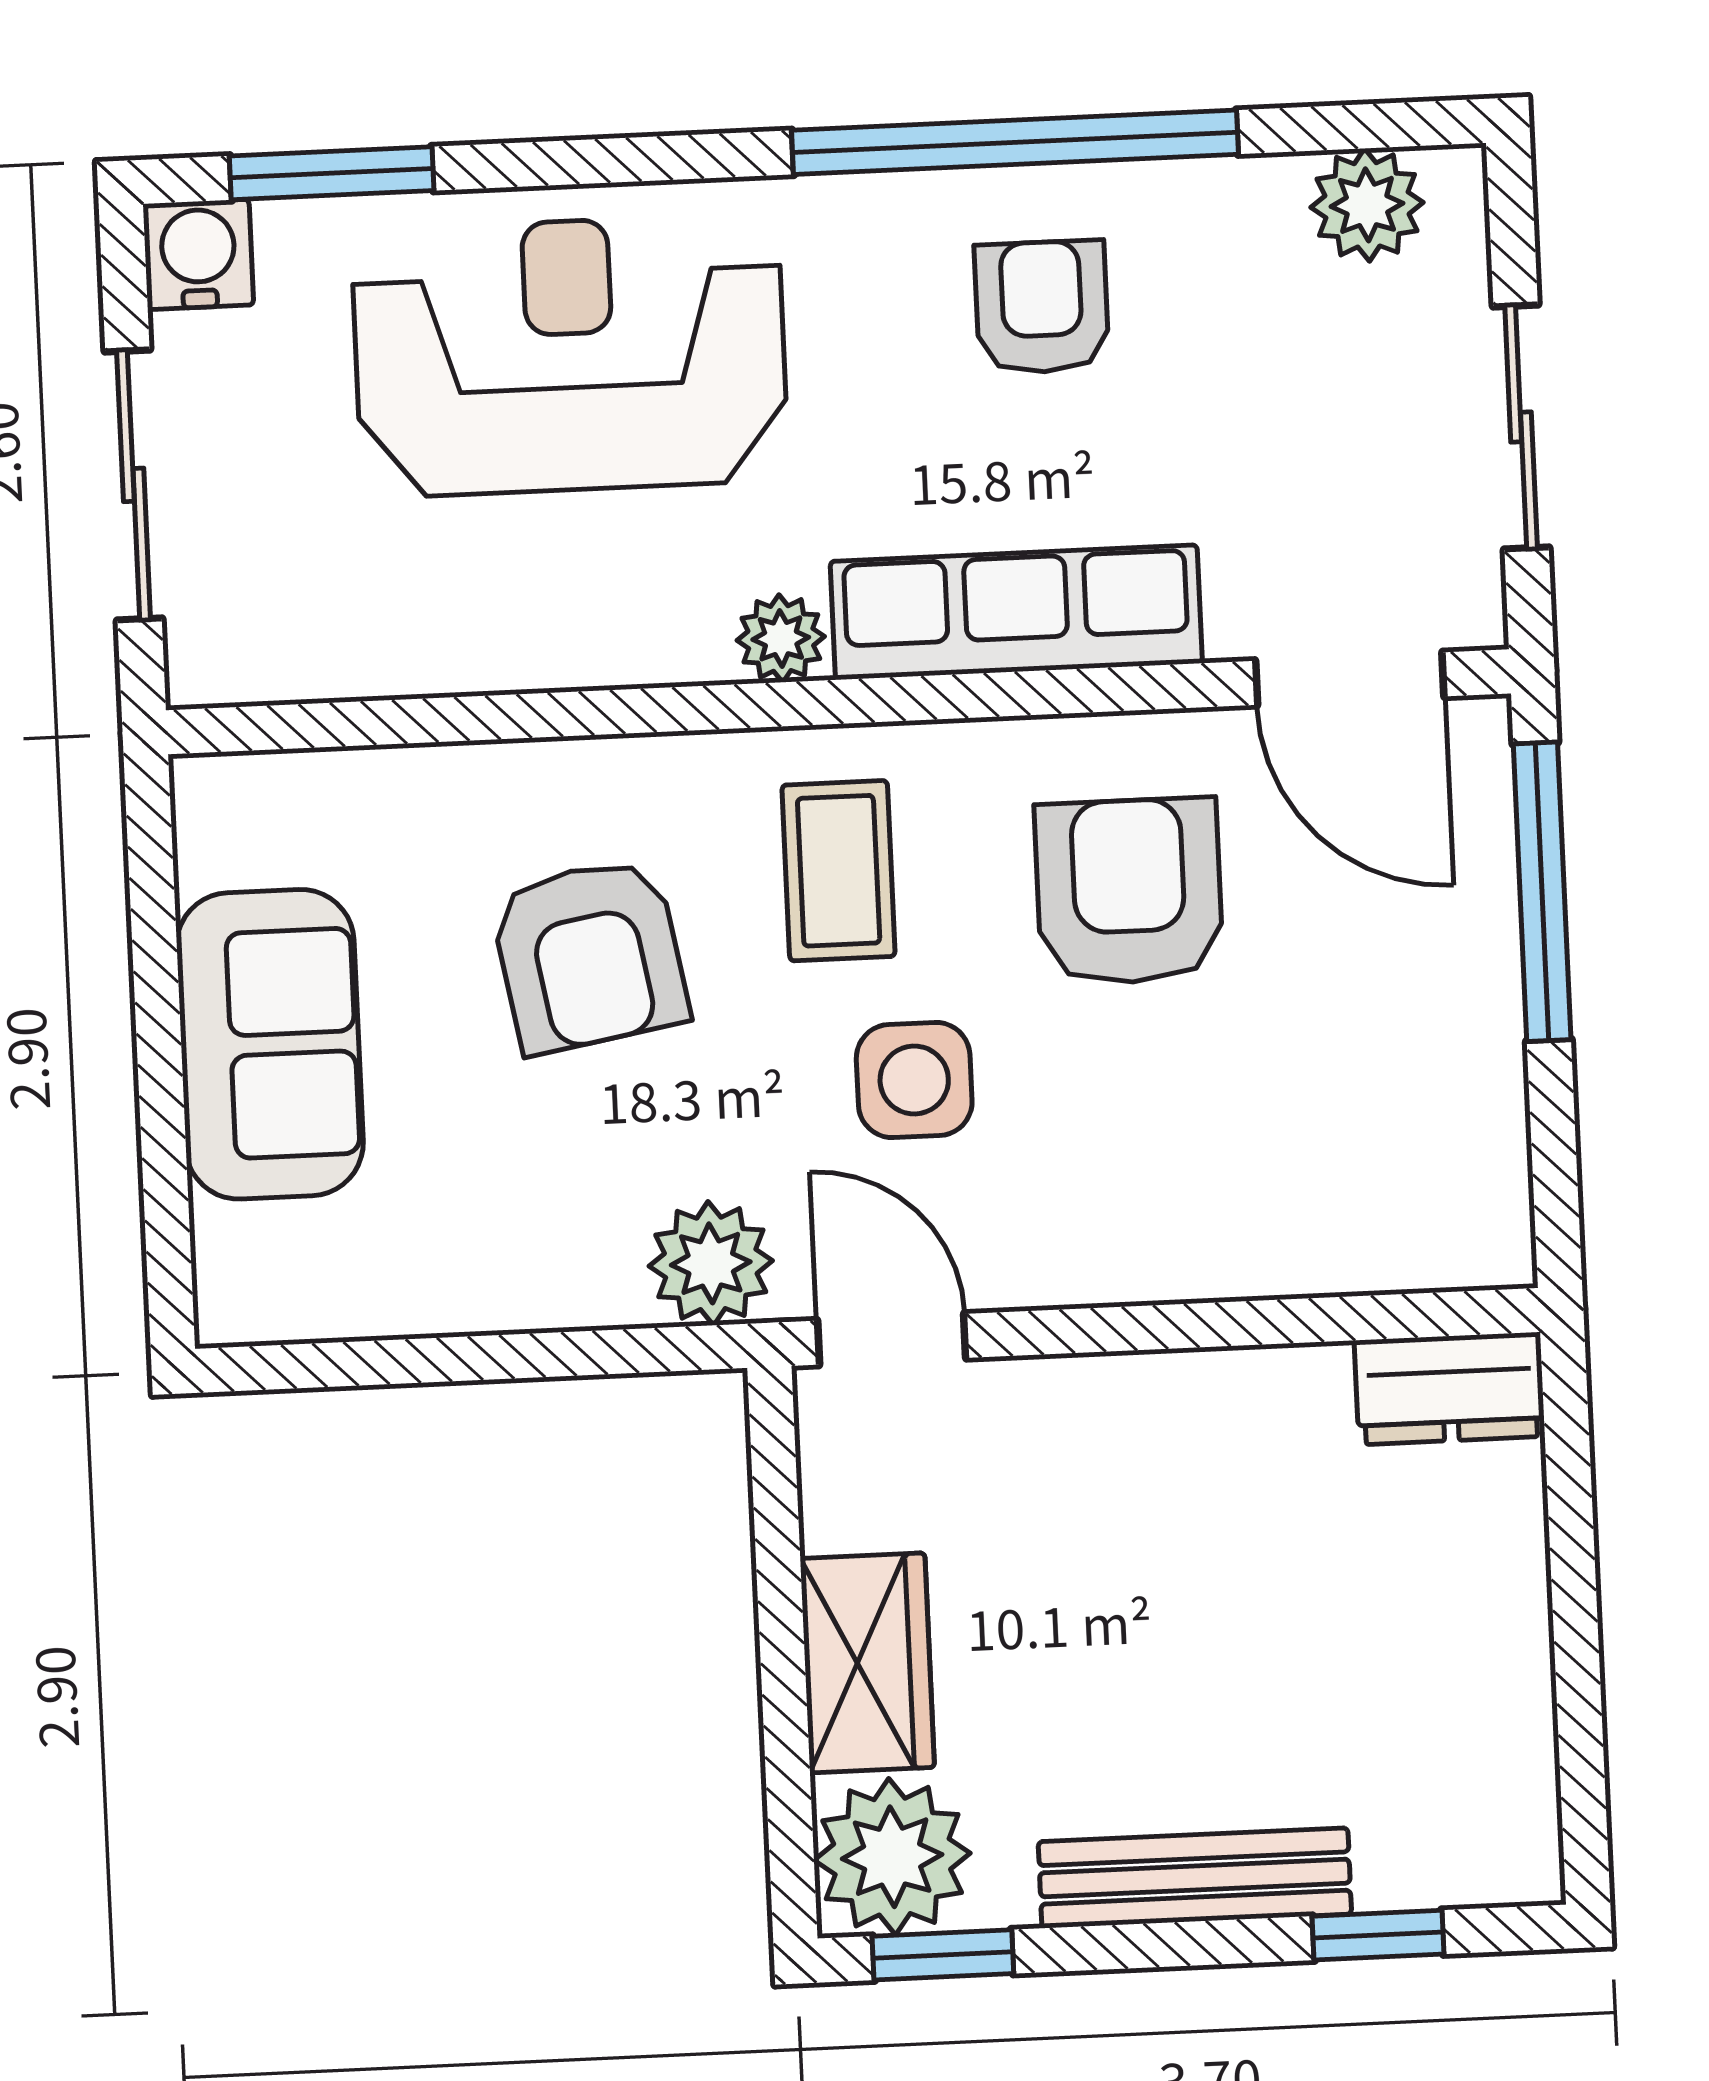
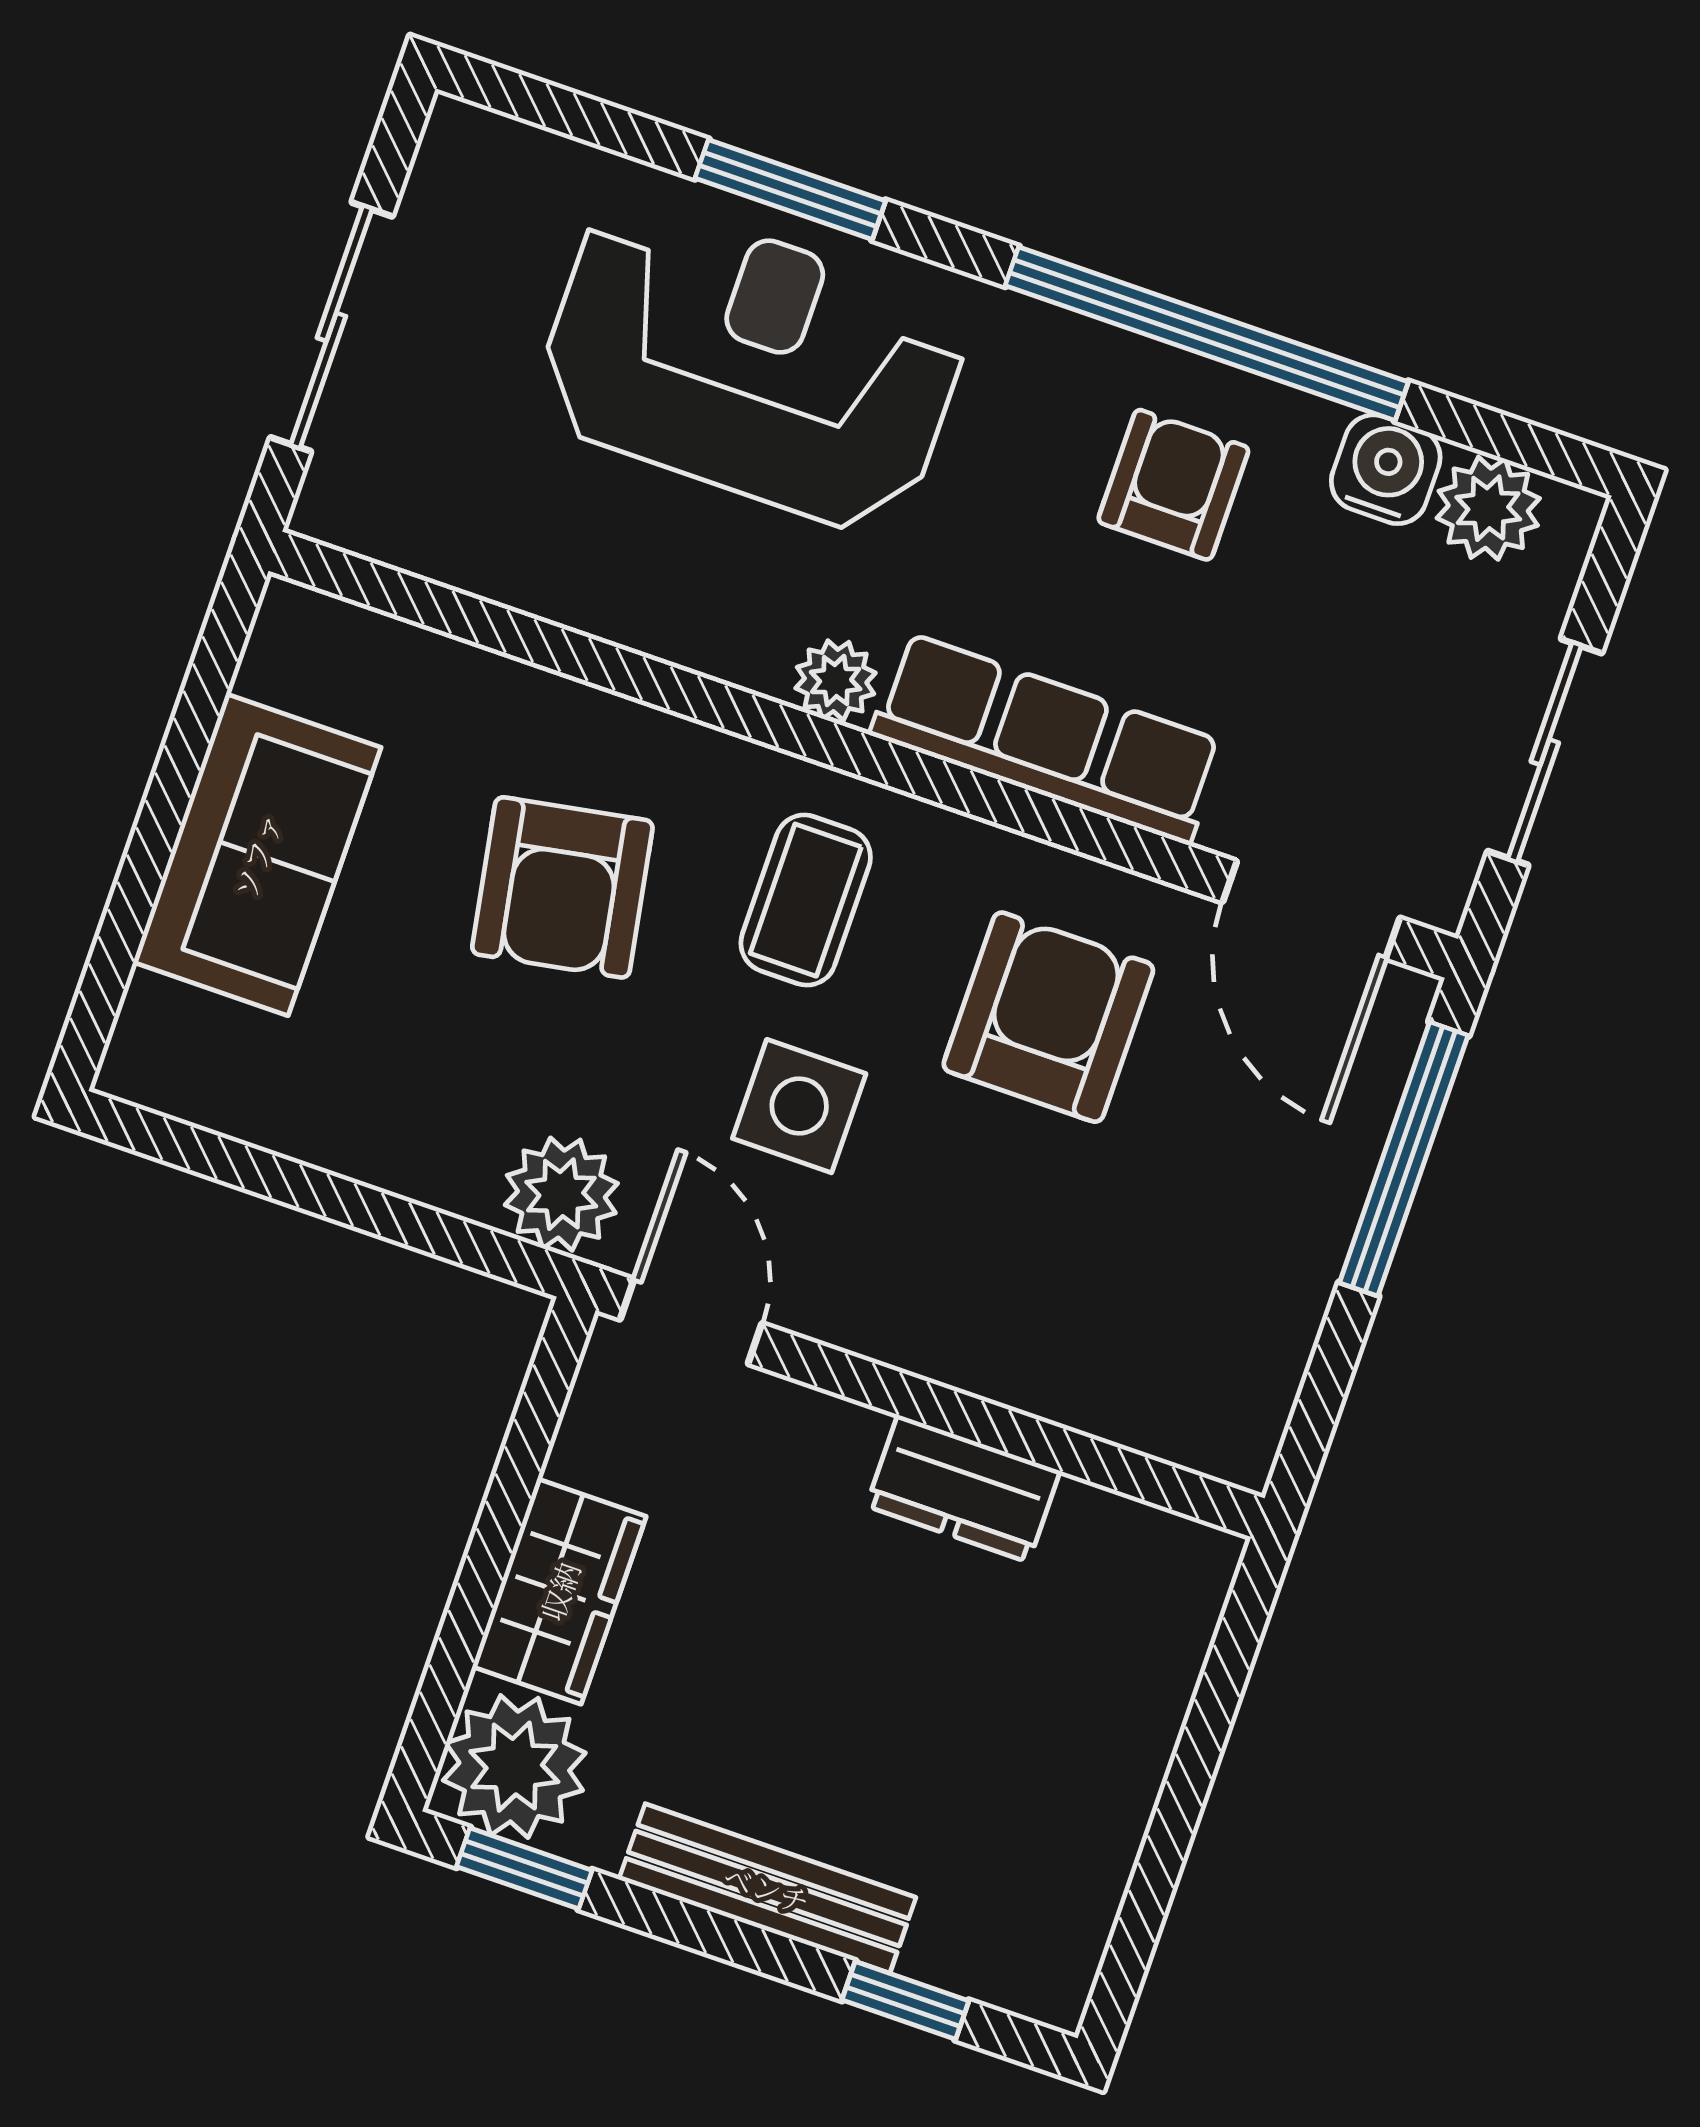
window: (332, 173) -> (790, 190), moved
water cooler: (198, 254) -> (1386, 469), moved
dresser: (1450, 1388) -> (963, 1489), moved

